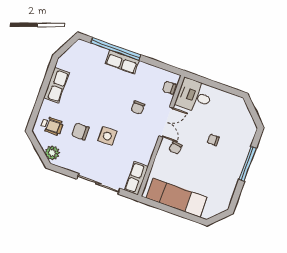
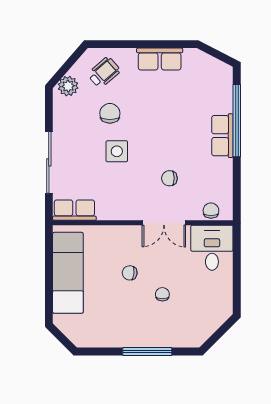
wheelchair: (52, 126) -> (104, 72), turned -131
chair: (175, 148) -> (130, 273), moved

